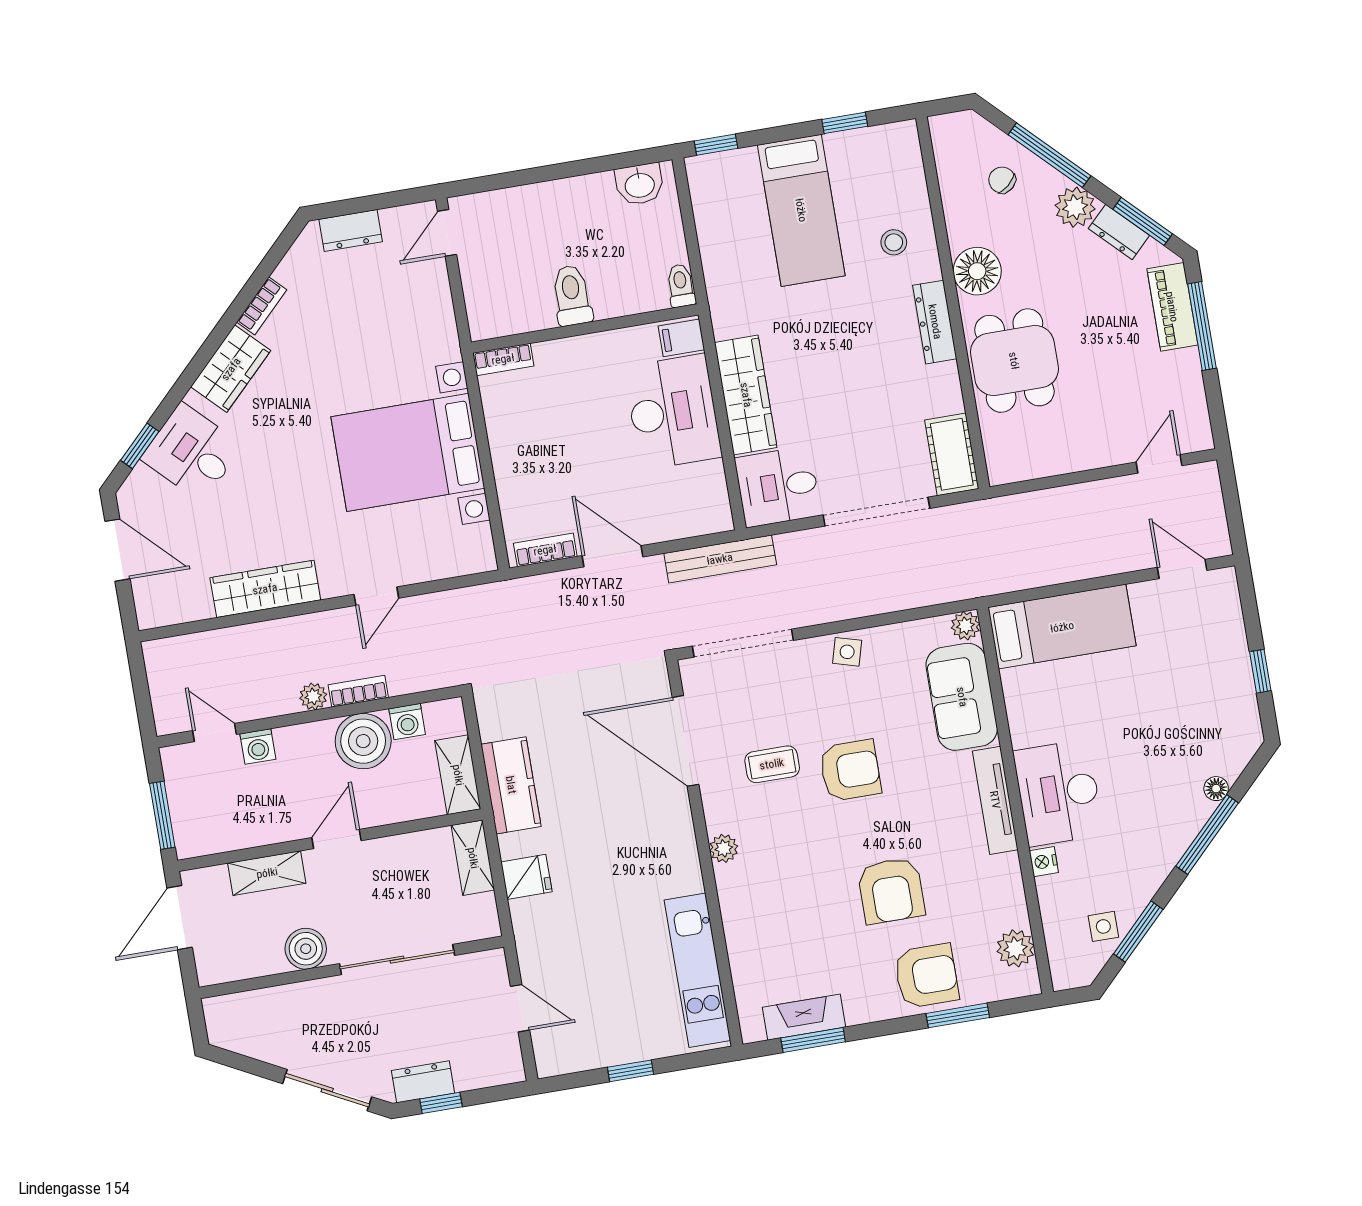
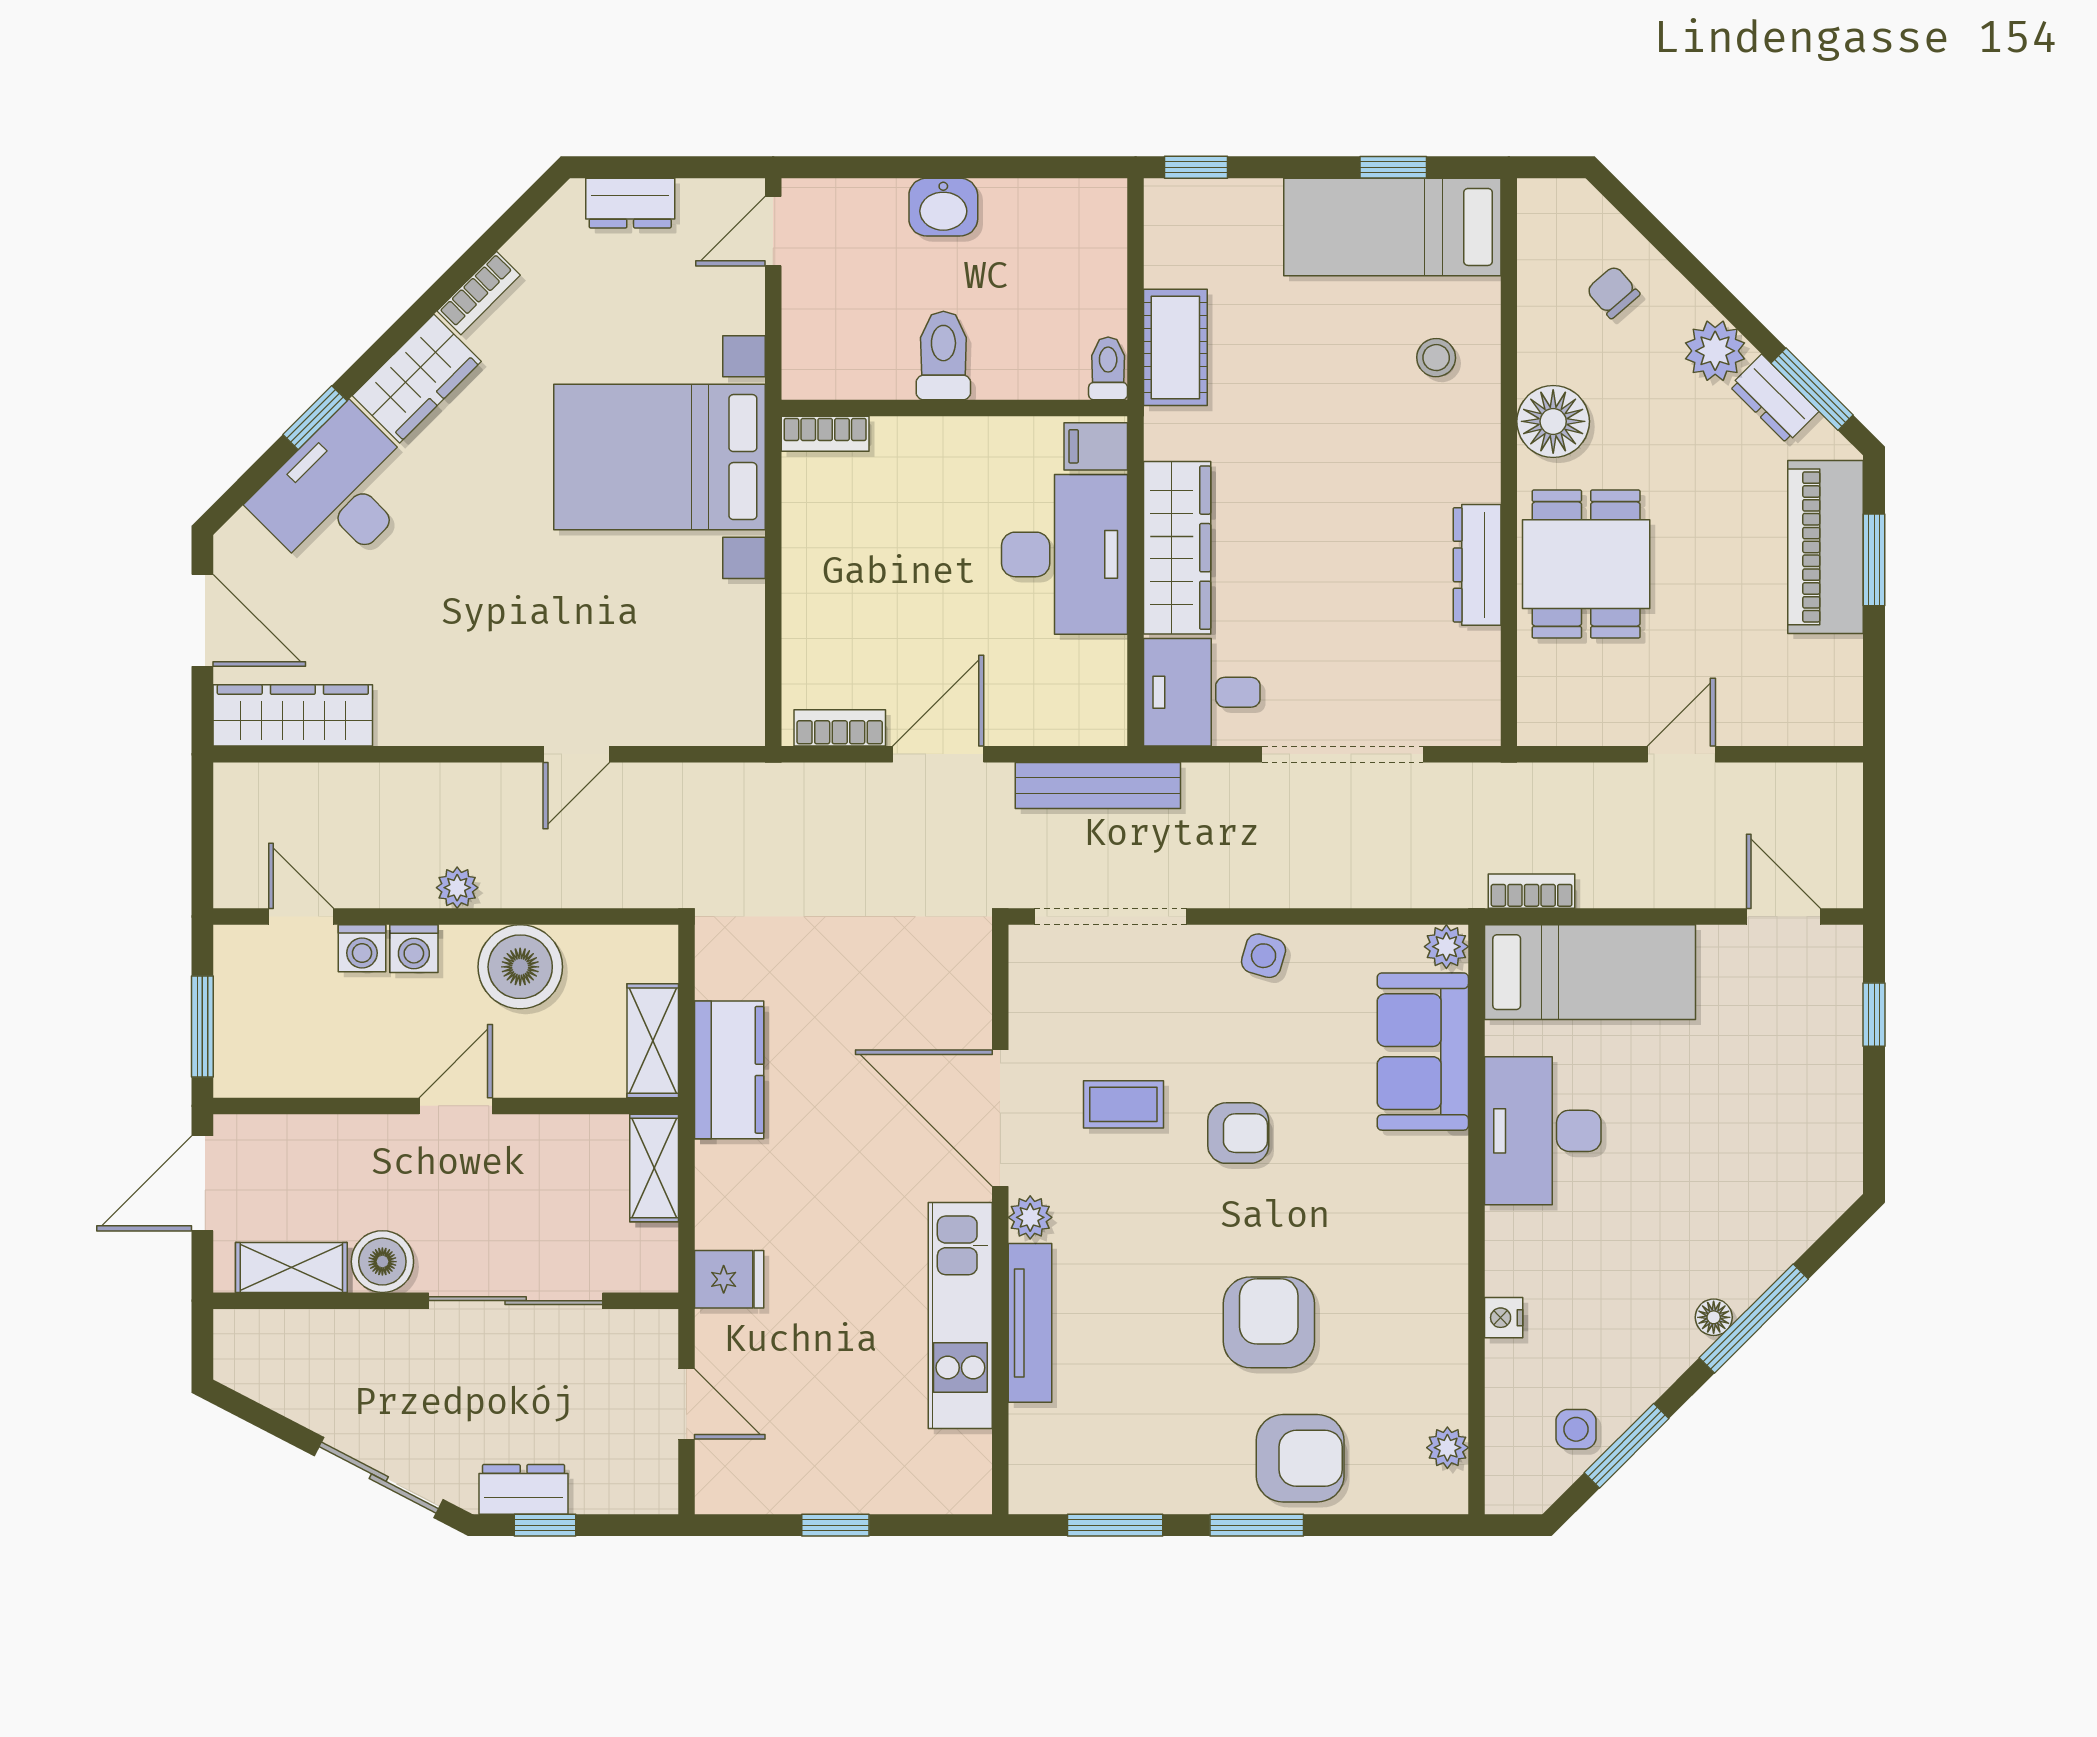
window: (1049, 155) -> (1690, 267), removed
washbasin: (640, 184) -> (943, 207), moved
bed: (801, 210) -> (1392, 227), moved, turned 90
piano: (1172, 307) -> (1826, 547), width x1.37, depth x1.33
dresser: (935, 322) -> (1477, 565), moved
window: (1202, 326) -> (1874, 560), width x0.69
window: (140, 446) -> (315, 418), moved
desk: (192, 452) -> (338, 493), width x1.37
bed with nightstands: (408, 452) -> (659, 457), moved
cot: (952, 454) -> (1175, 347), moved
door: (1159, 464) -> (1681, 754), moved
door: (613, 556) -> (938, 754), hinge flipped
wardrobe: (265, 589) -> (293, 715), moved
window: (1260, 671) -> (1874, 1015), moved
bookcase: (358, 691) -> (1532, 891), moved
washing machine: (407, 722) -> (414, 949), moved
door: (685, 741) -> (1000, 1118), moved
armchair: (850, 770) -> (1238, 1133), width x0.72, depth x0.72
floor lamp: (1216, 789) -> (1714, 1317), moved
desk: (1058, 793) -> (1543, 1131), moved
tv unit: (995, 800) -> (1030, 1323), moved, turned 180
shelving: (267, 873) -> (291, 1267), moved
fridge: (526, 877) -> (729, 1279), moved
armchair: (891, 891) -> (1269, 1322), turned 180
plant: (1015, 948) -> (1447, 1448), width x0.73, depth x0.73
kitchen unit: (697, 970) -> (960, 1315), moved
window: (958, 1015) -> (1257, 1525), moved
fireplace: (804, 1017) -> (1107, 1489), removed

